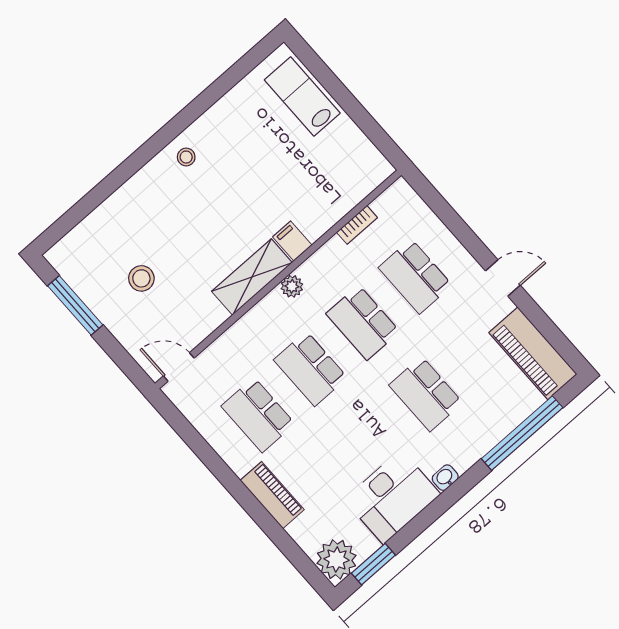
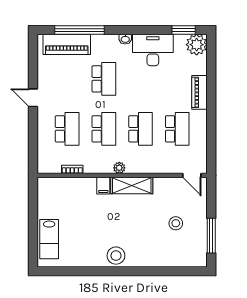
stool: (186, 157) -> (116, 256), width x1.89, depth x1.89
piano: (533, 353) -> (67, 44), moved, turned 90

